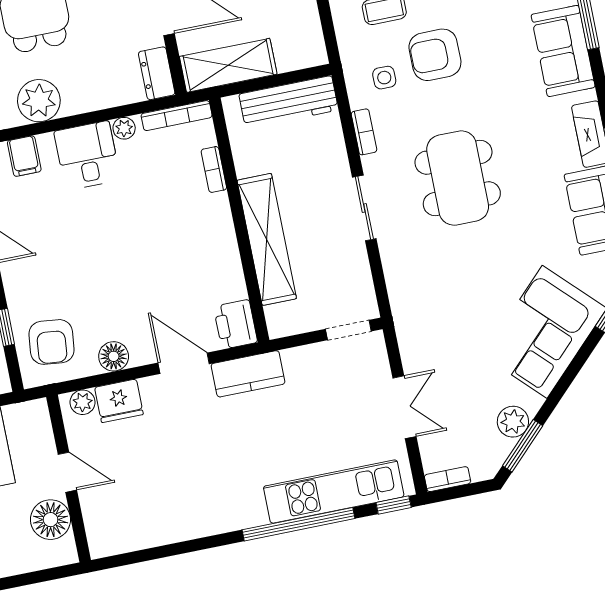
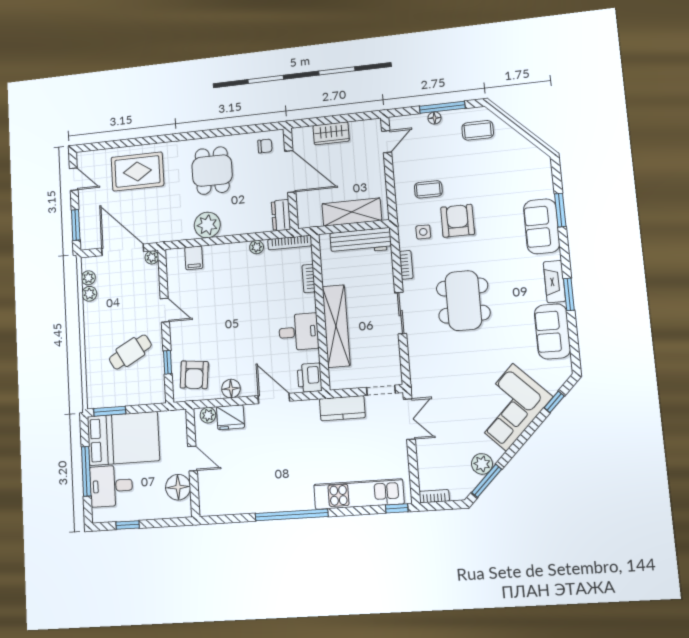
armchair: (435, 55) -> (458, 221), turned 90
shelving: (228, 65) -> (352, 212), moved
desk: (87, 155) -> (299, 332), moved, turned 90
kitchen counter: (248, 374) -> (342, 408), moved
double door: (404, 407) -> (409, 419), moved
window: (298, 524) -> (292, 515), moved

